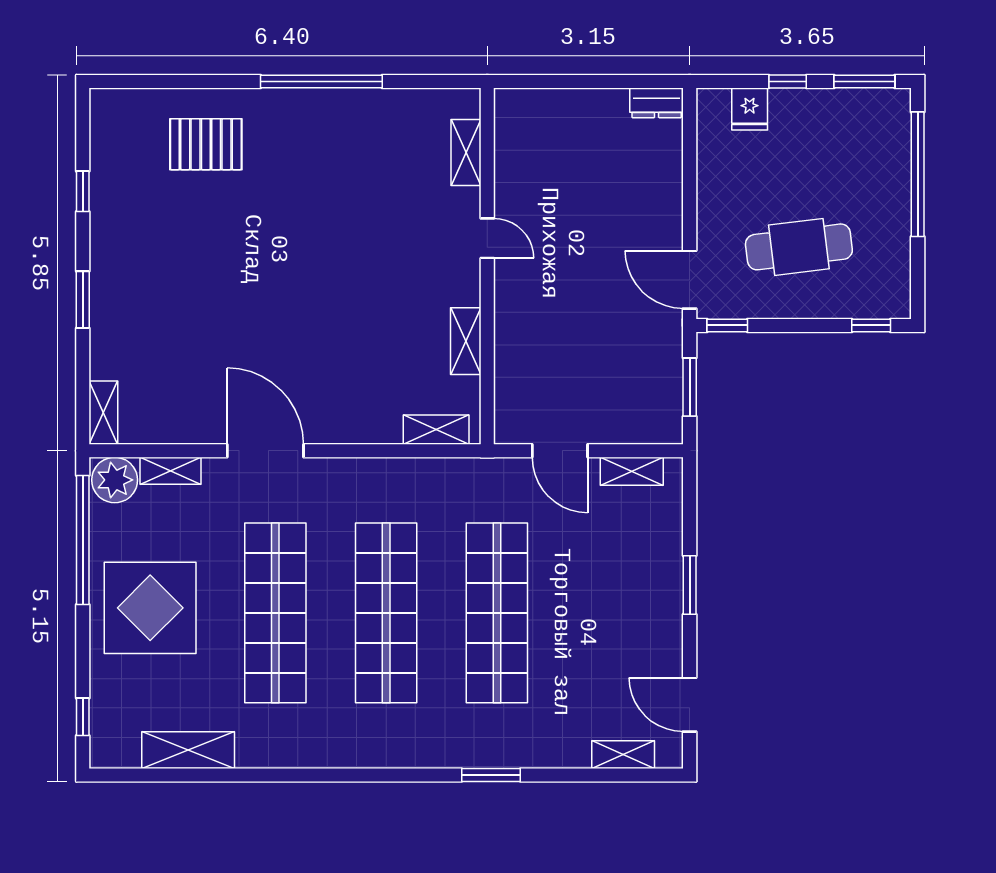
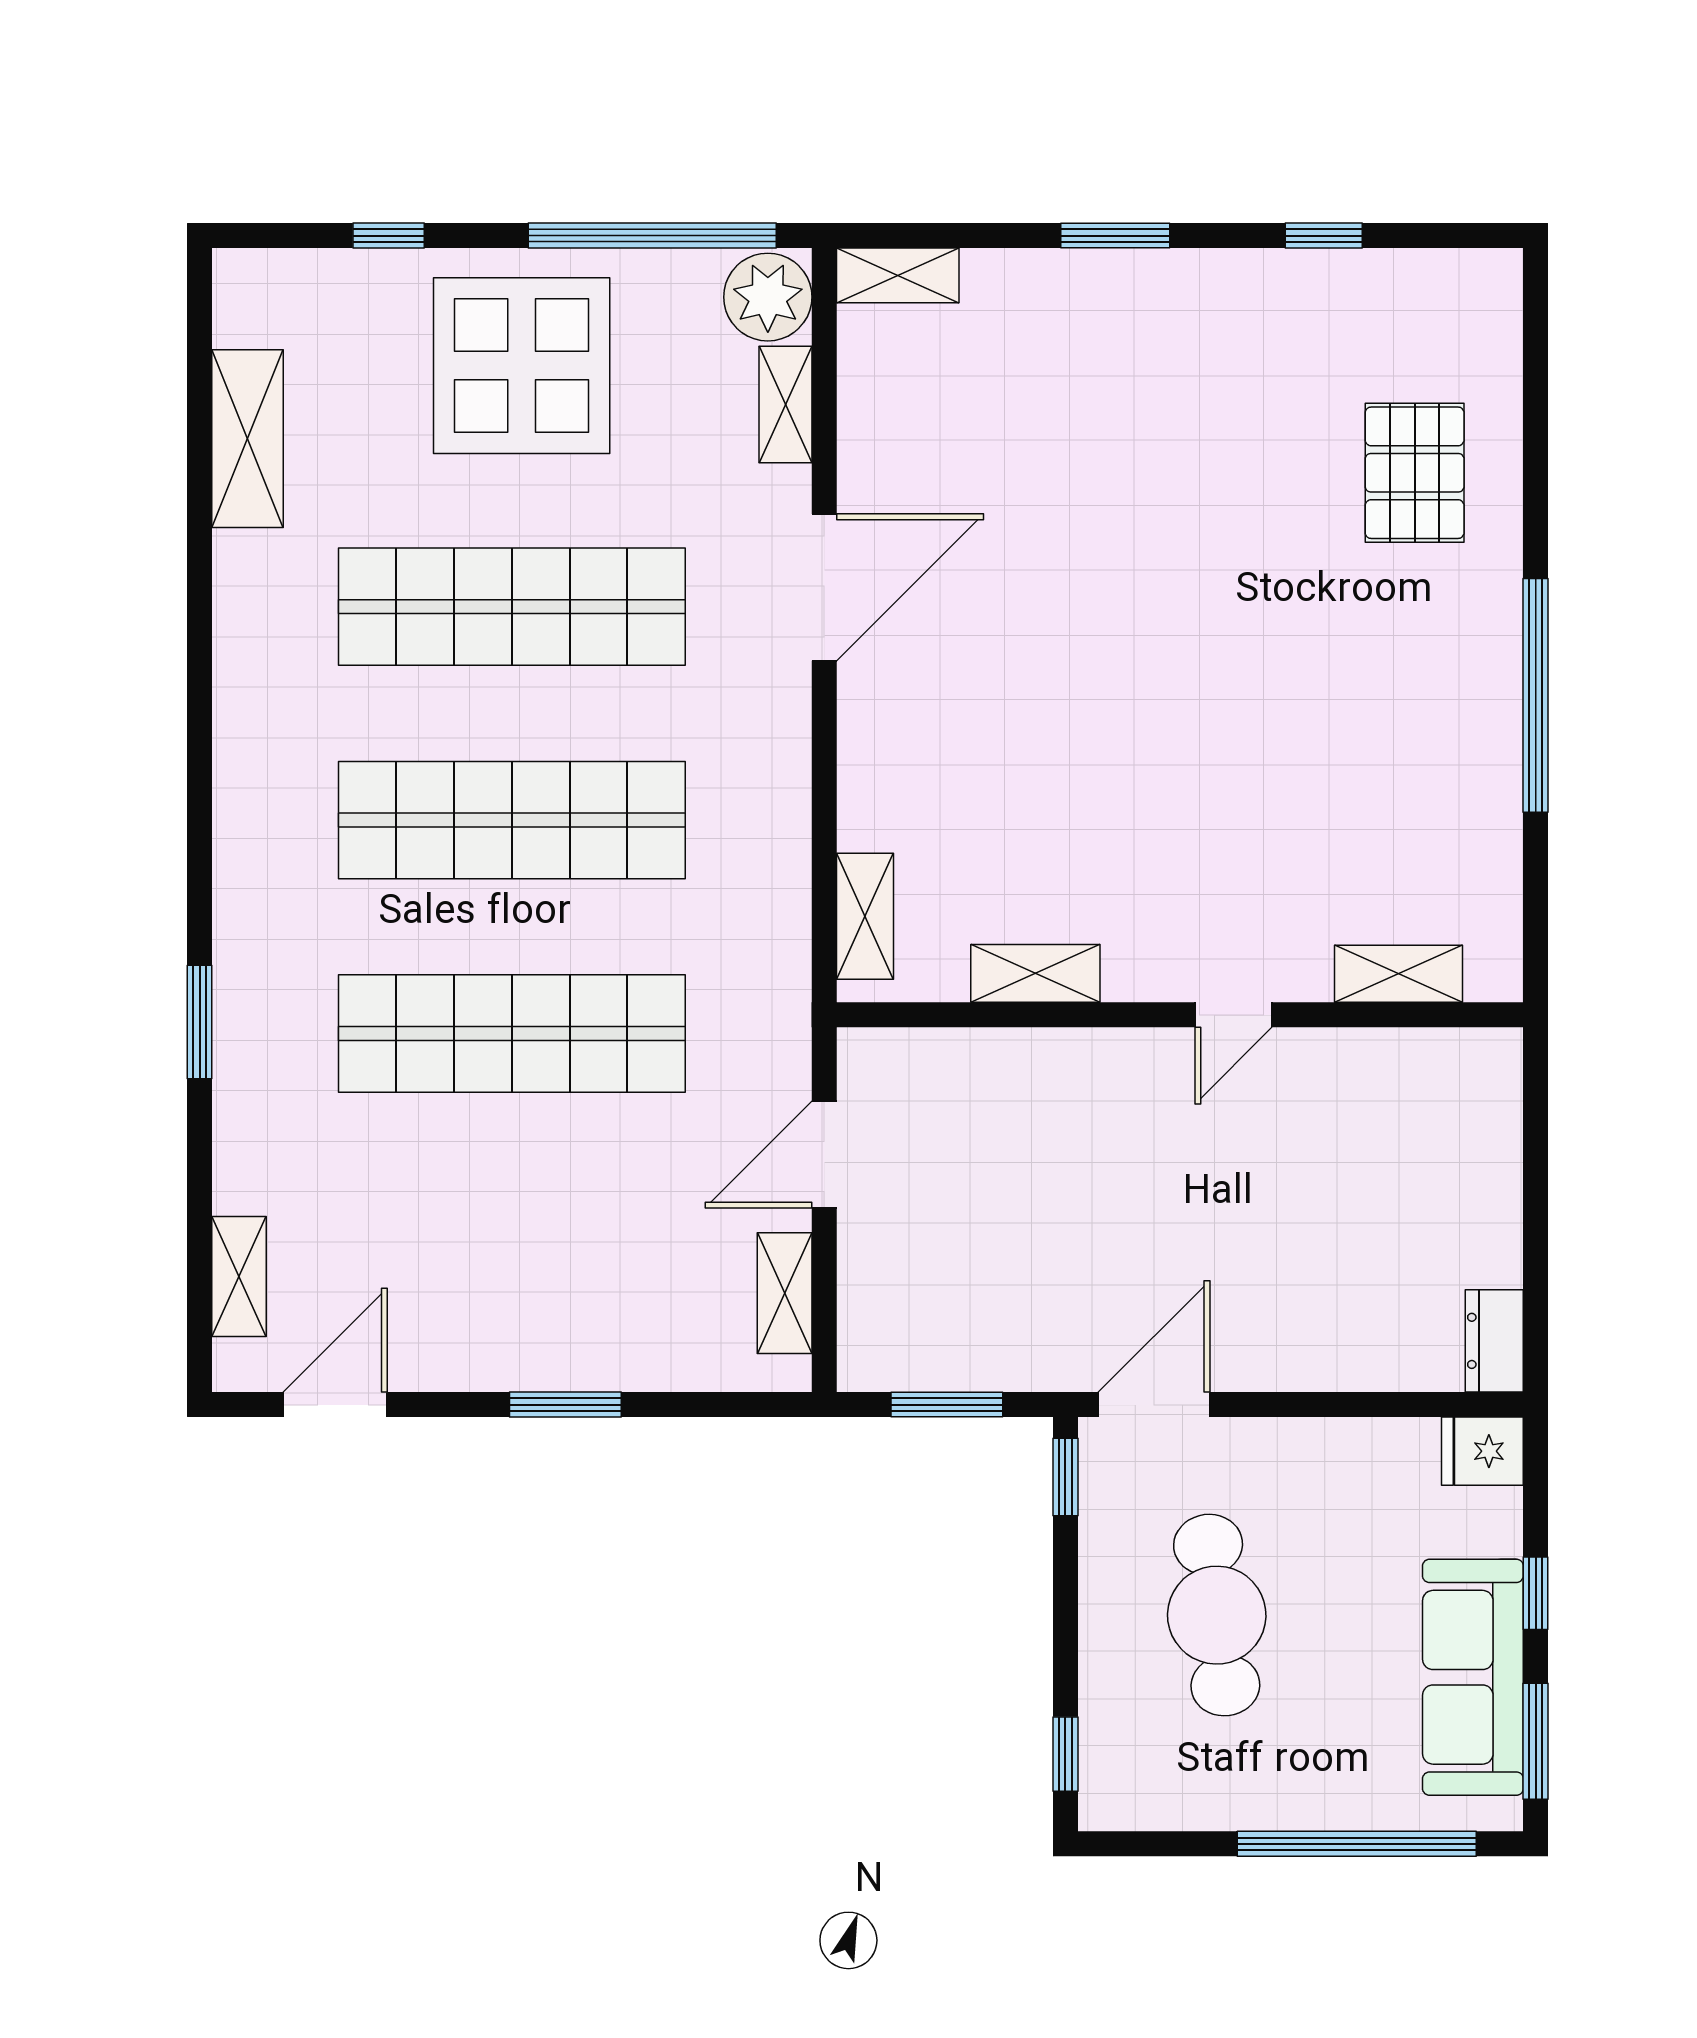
fridge: (750, 109) -> (1482, 1451), moved
sofa: (831, 114) -> (1473, 1677), added
window: (83, 717) -> (389, 236), moved

